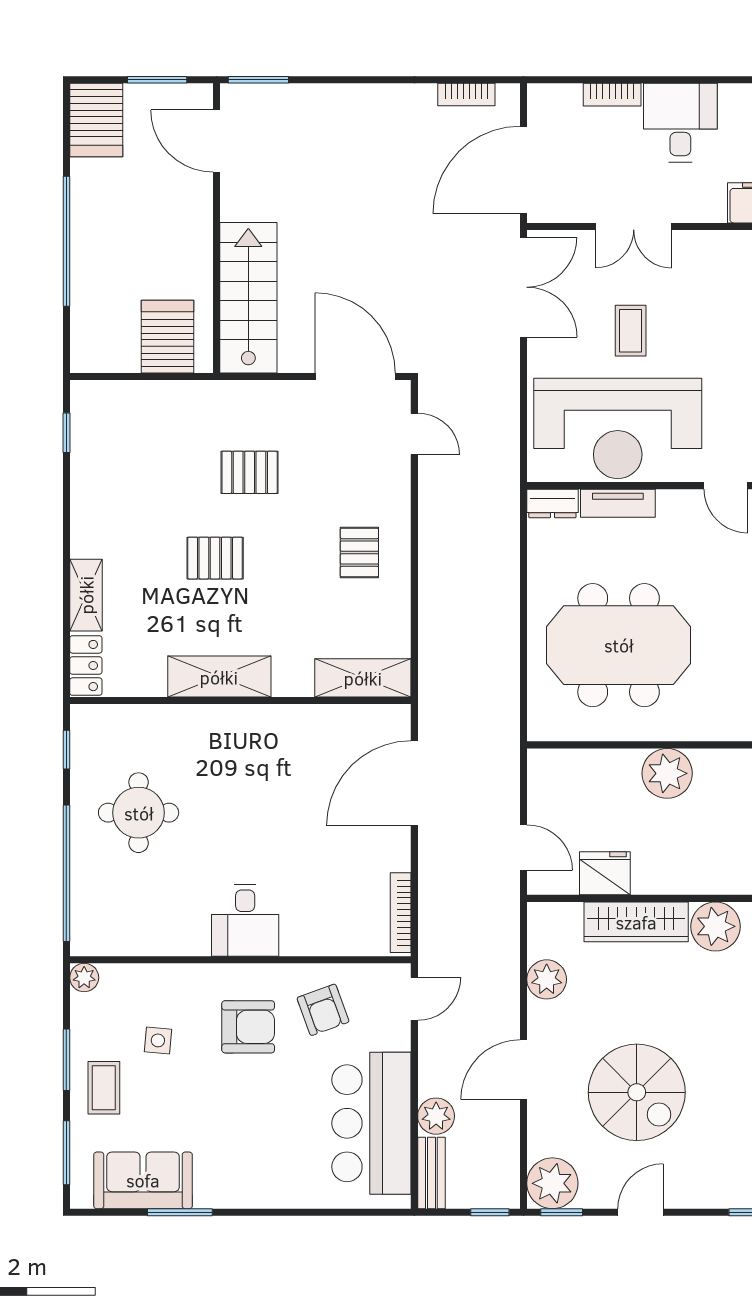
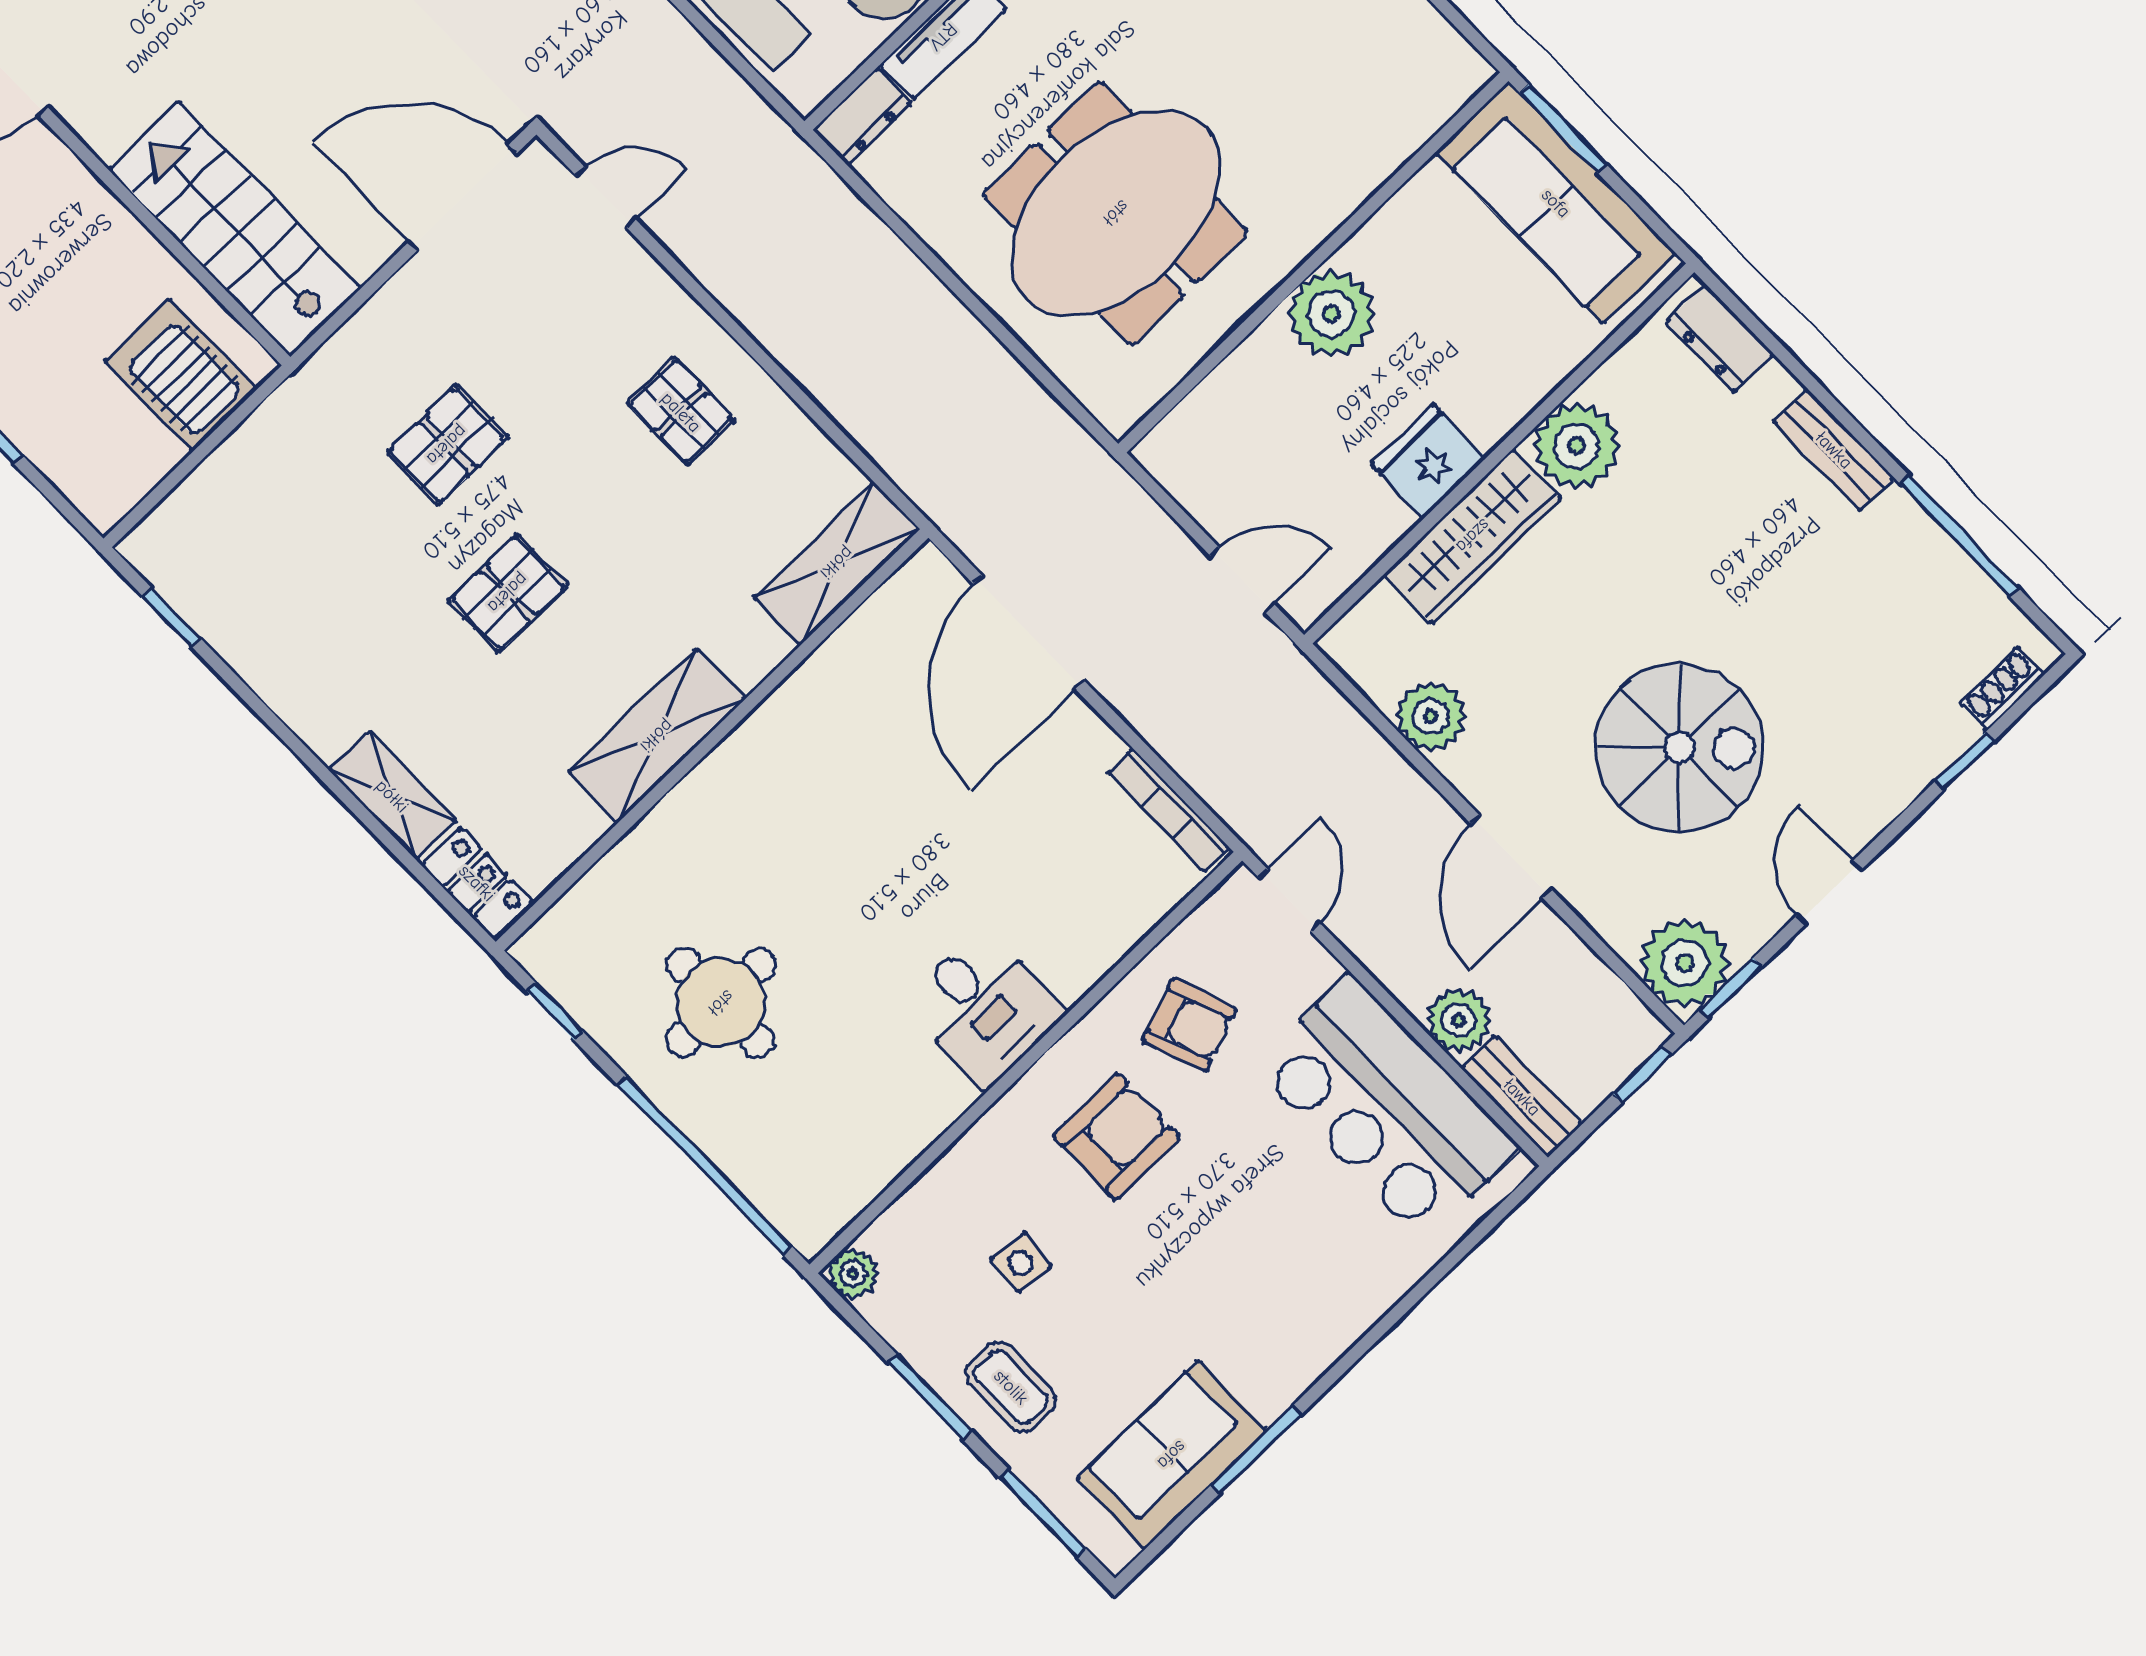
fridge: (605, 873) -> (1429, 461), moved

